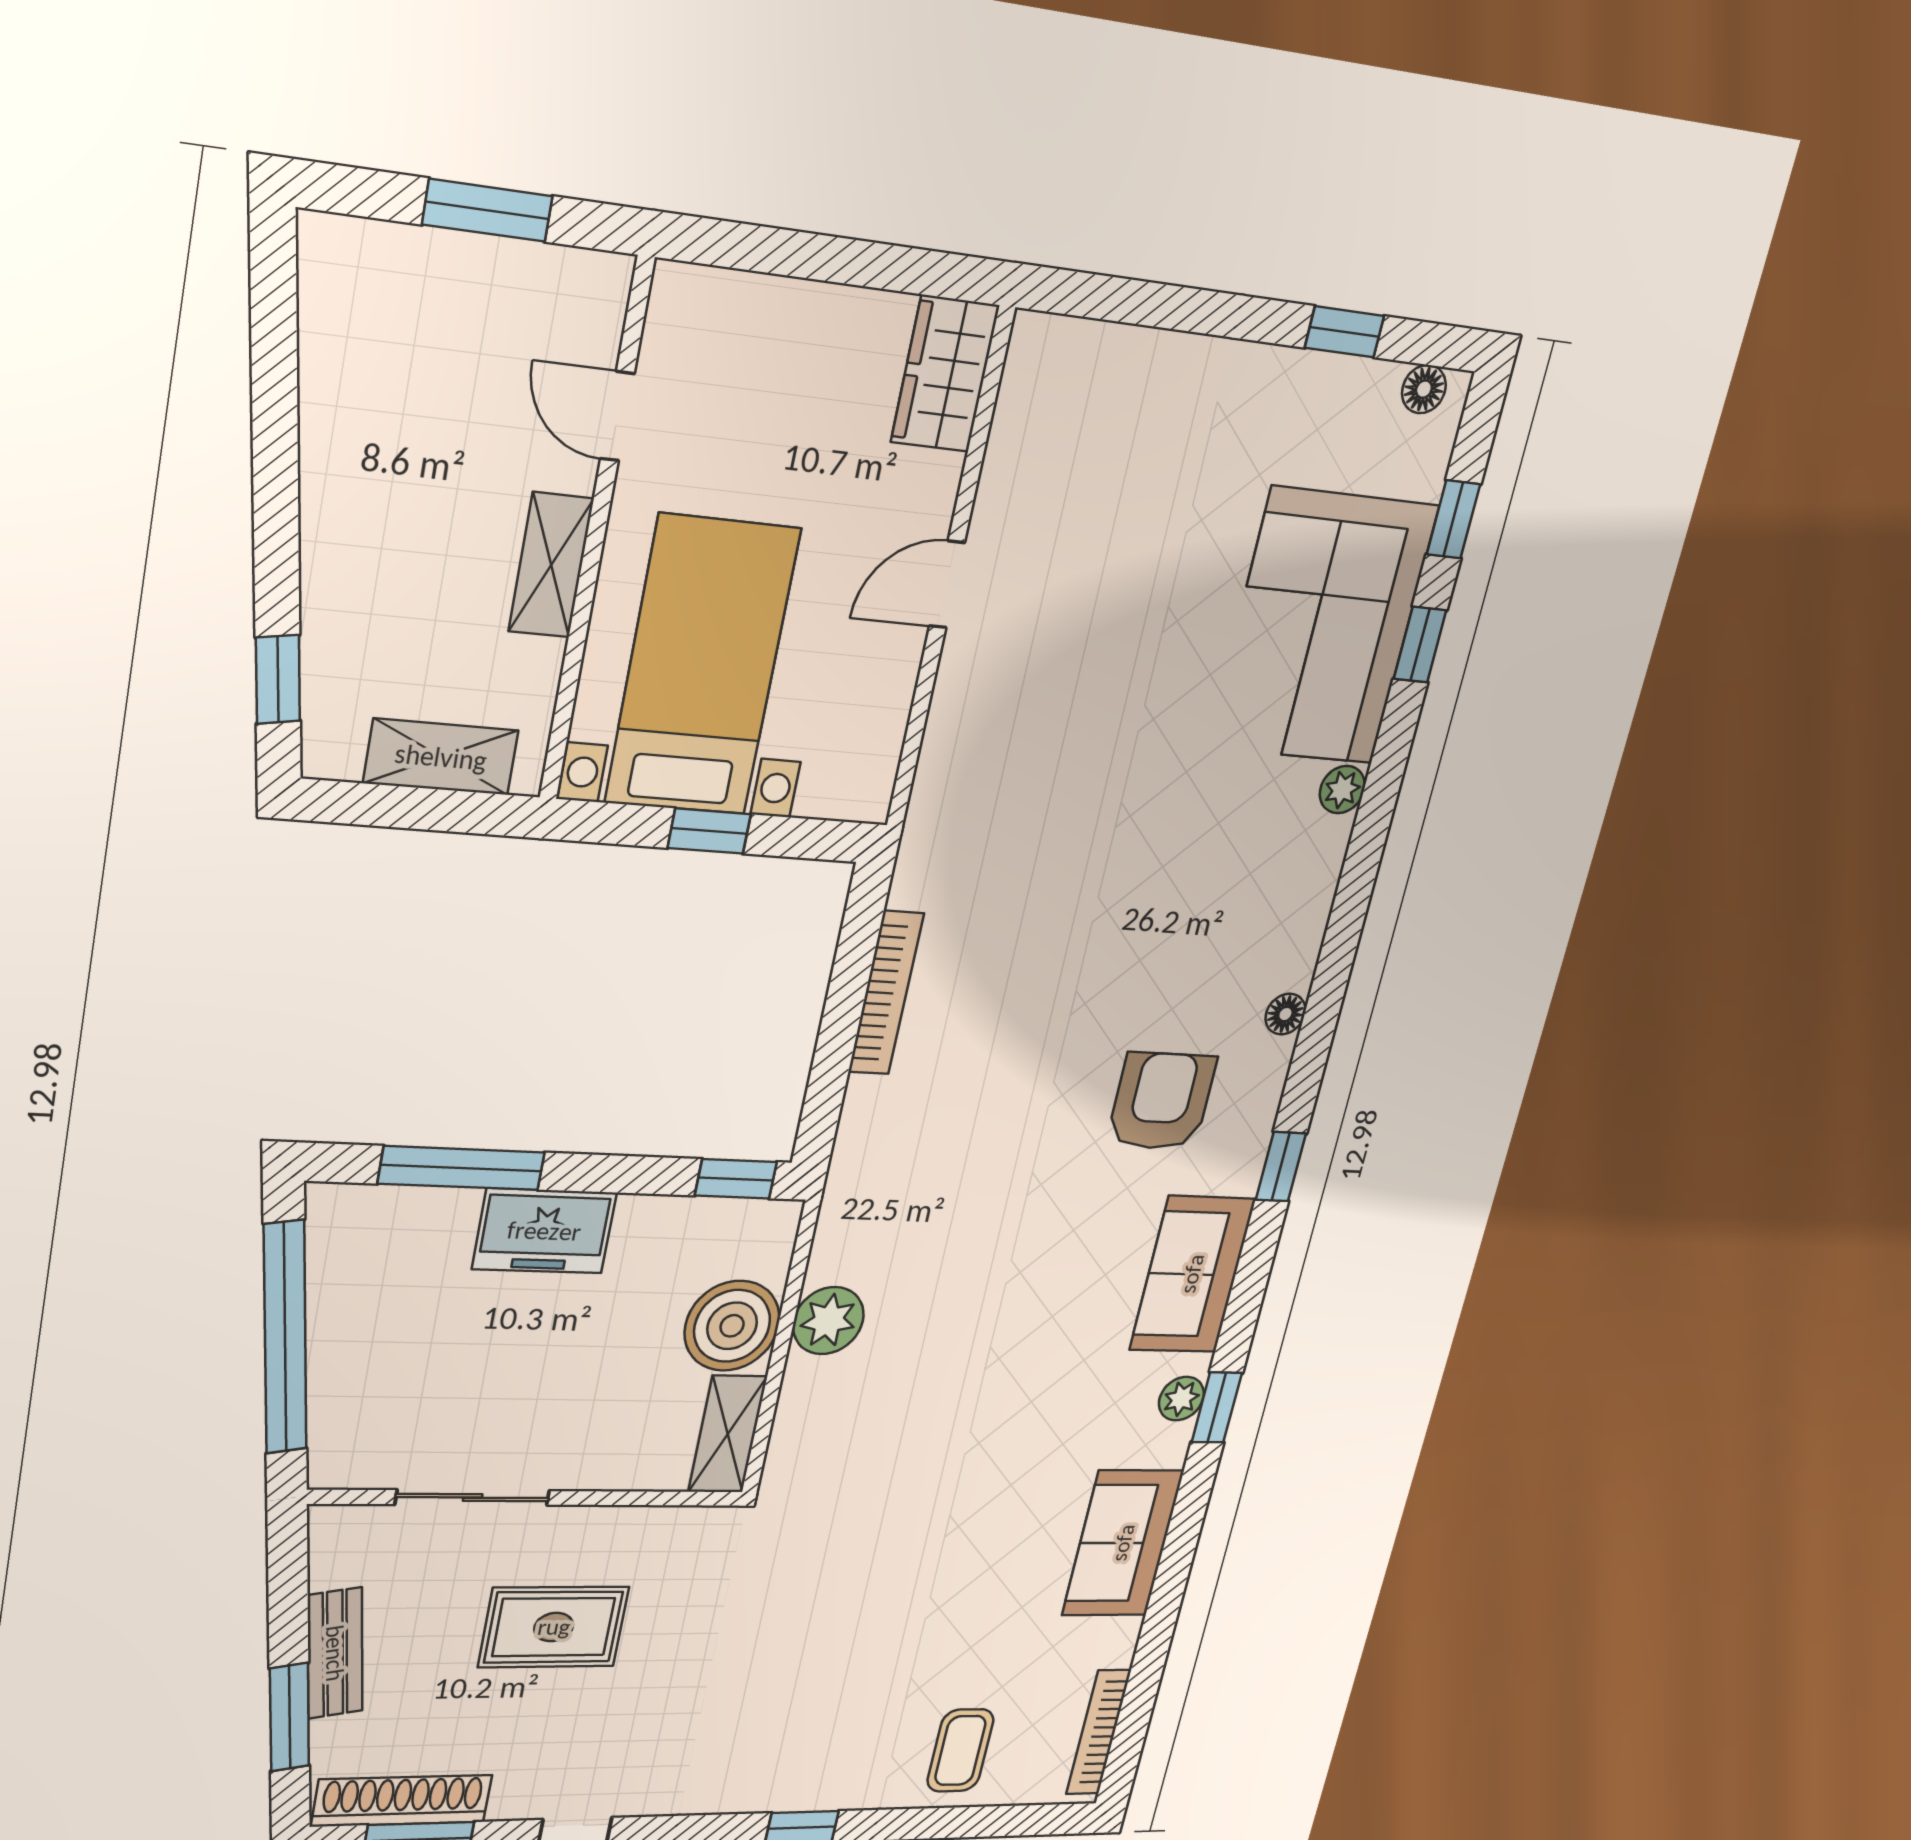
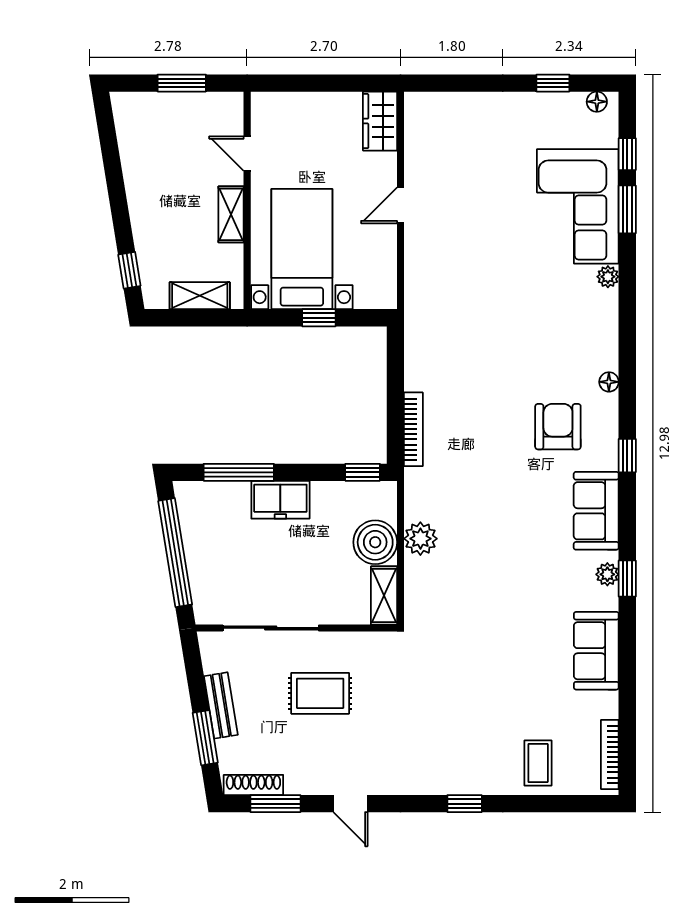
window: (1420, 645) -> (627, 209), width x1.50
bookcase: (886, 993) -> (413, 429), moved
sliding door: (473, 1498) -> (271, 628), width x1.37
shoe rack: (402, 1801) -> (253, 785), width x0.74, depth x0.81

